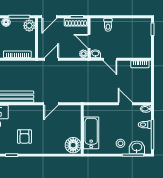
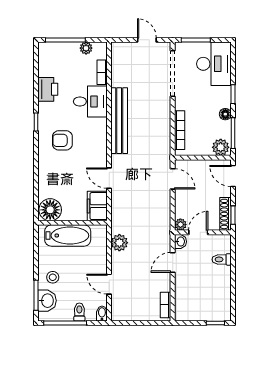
plant: (96, 97) -> (119, 243), added
door: (125, 104) -> (109, 284), swing flipped
filing cabinet: (71, 112) -> (97, 206), added

